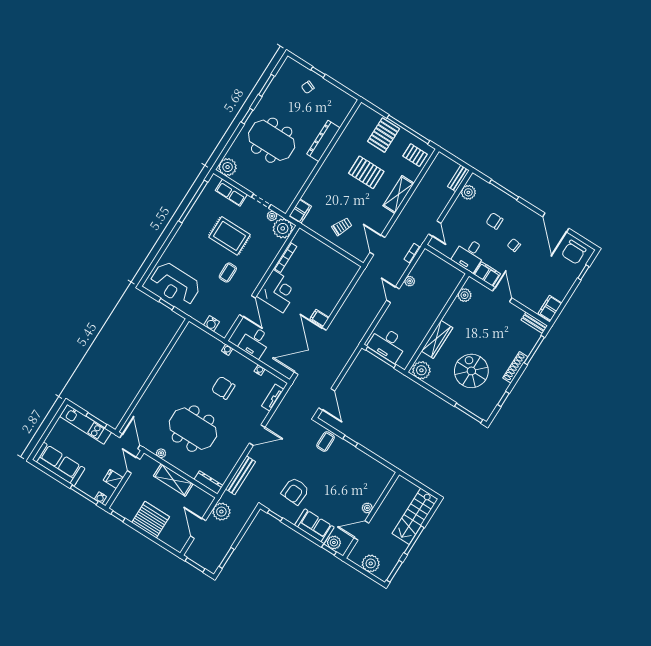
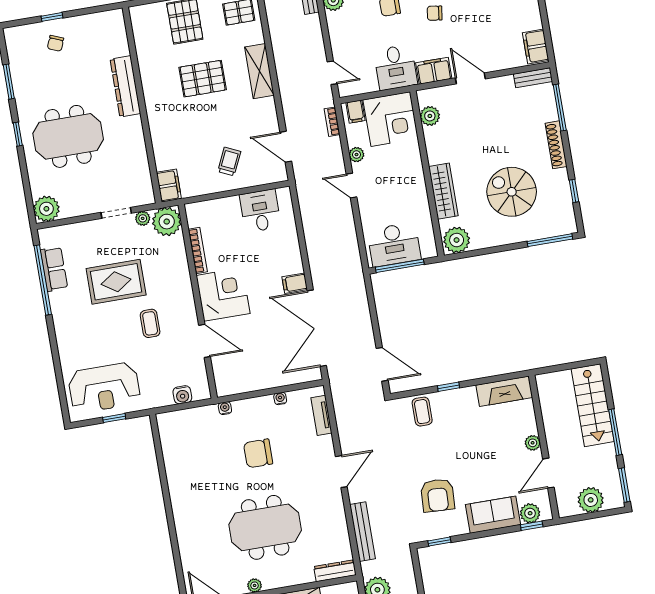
row of seats: (231, 193) -> (54, 269), moved, turned -90
filing cabinet: (429, 259) -> (355, 112), added
corner desk: (443, 279) -> (391, 119), added
desk: (255, 342) -> (260, 211), moved, turned 180
fireplace: (377, 469) -> (504, 391), added

